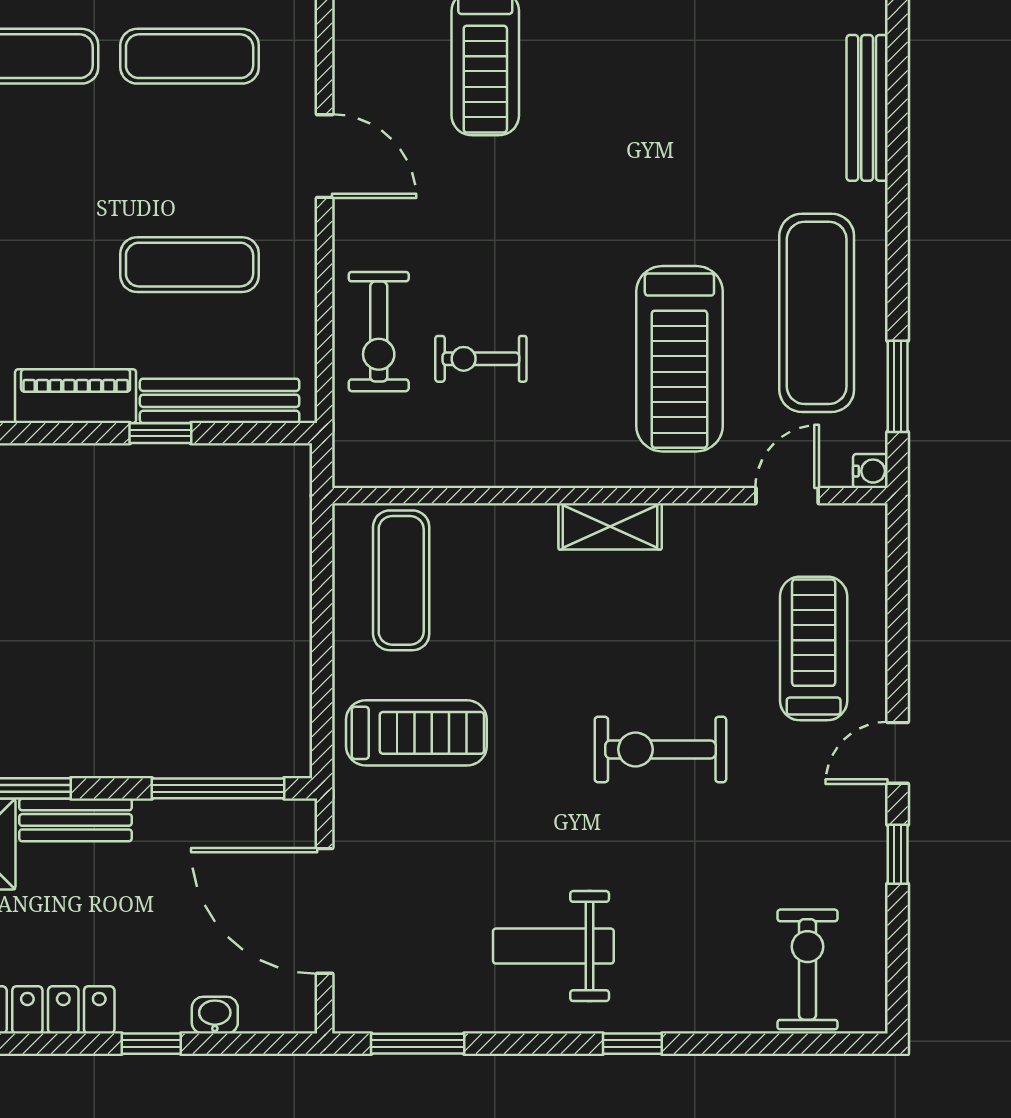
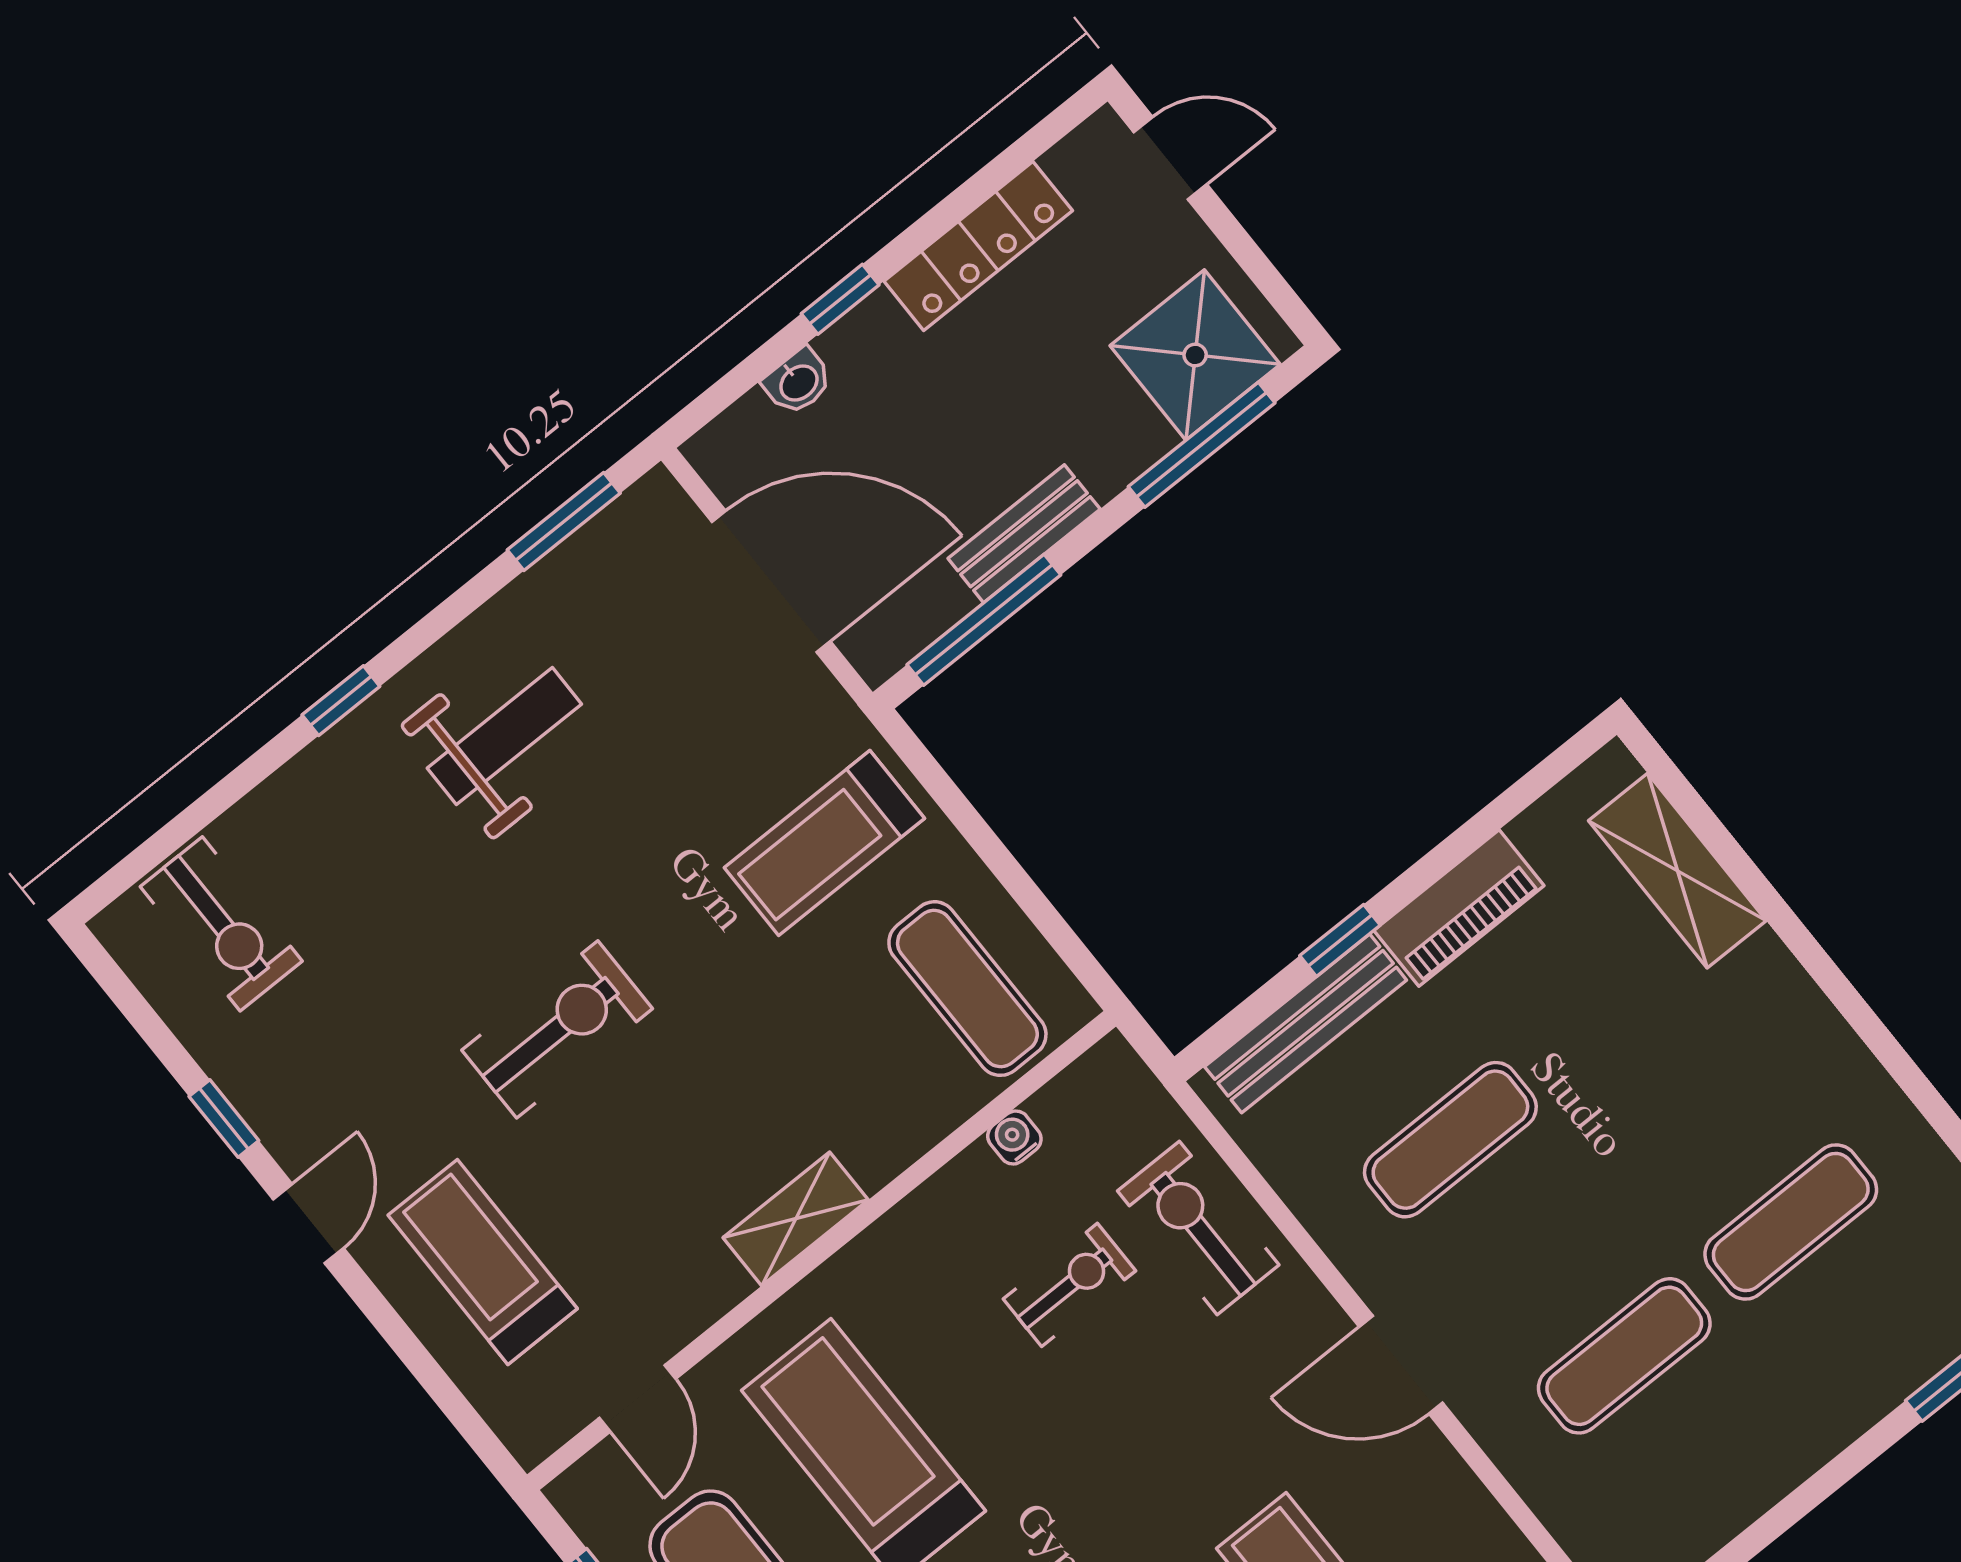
water cooler: (870, 471) -> (1014, 1137), moved, turned 90
treadmill: (814, 648) -> (483, 1262), turned 180
bench: (76, 820) -> (1024, 534), moved

